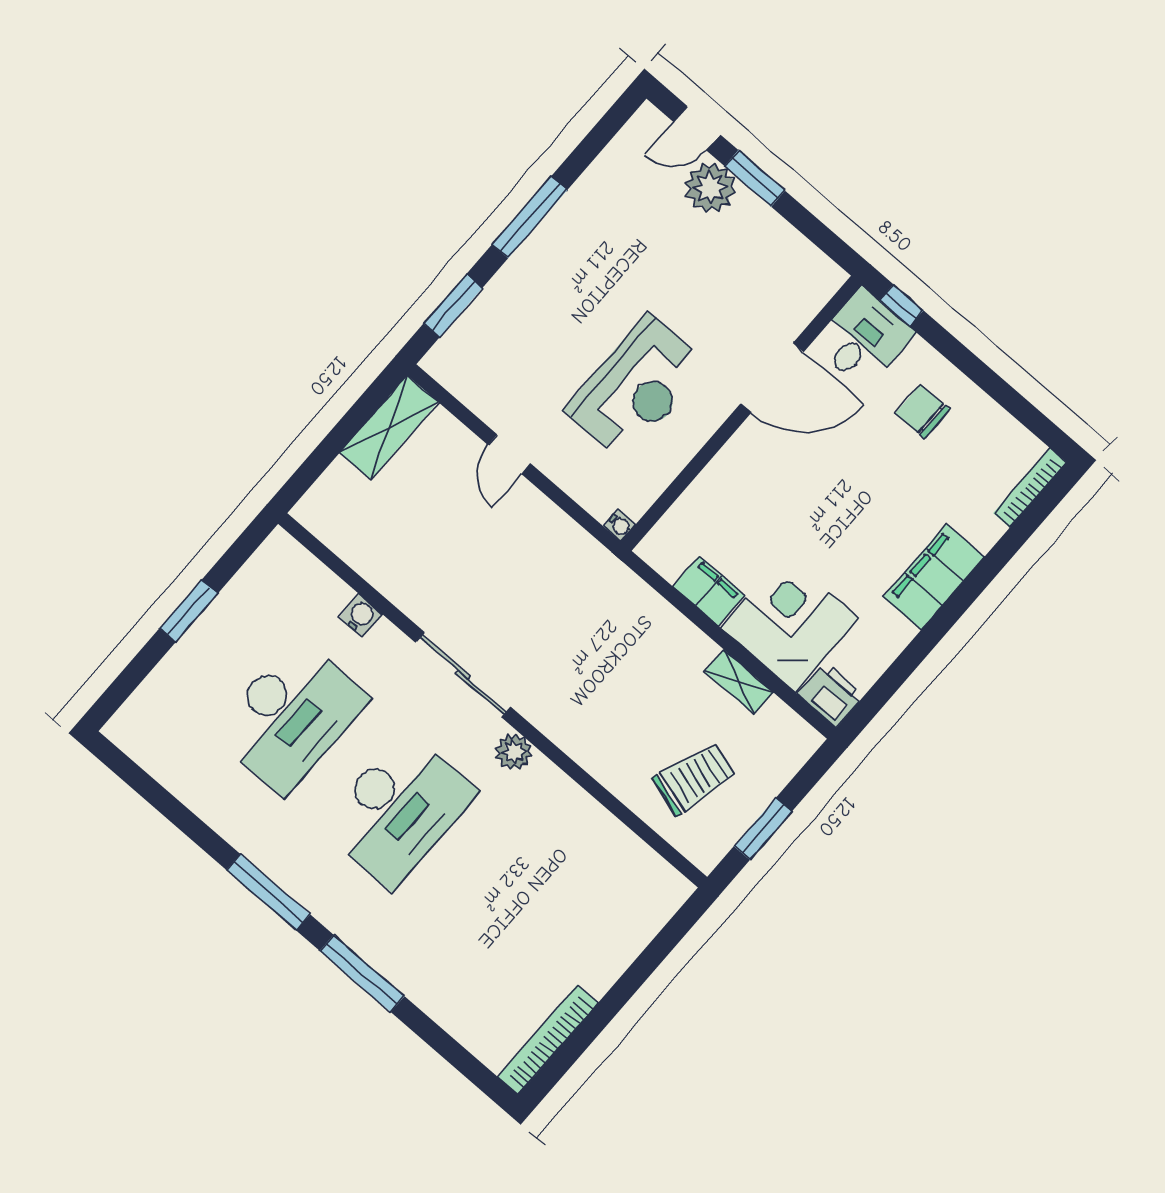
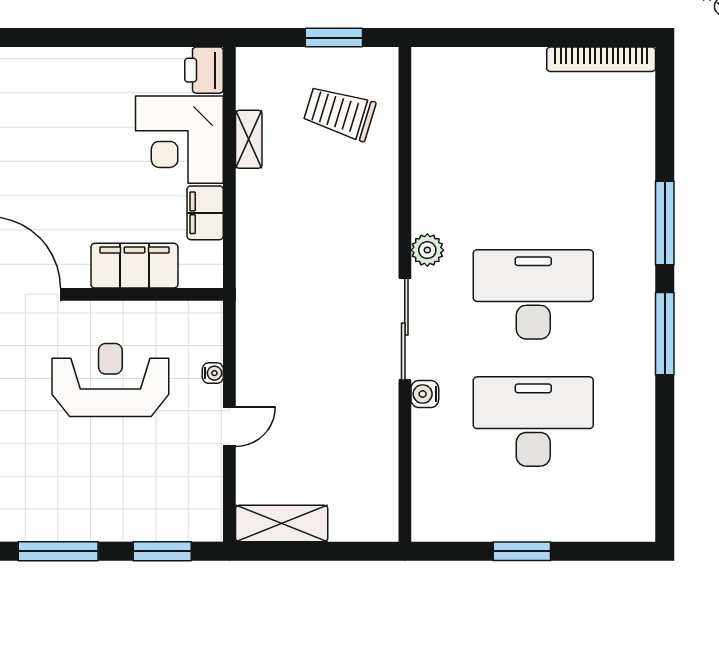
water cooler: (620, 525) -> (213, 373), moved, turned 90
filing cabinet: (934, 577) -> (134, 266), moved, turned 180
water cooler: (361, 616) -> (425, 394), moved

